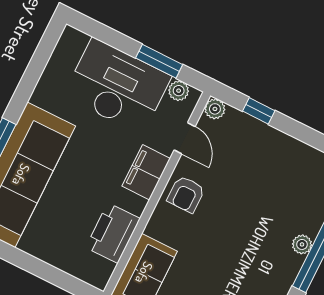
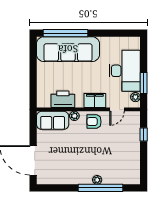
plant: (215, 109) -> (74, 116), moved

